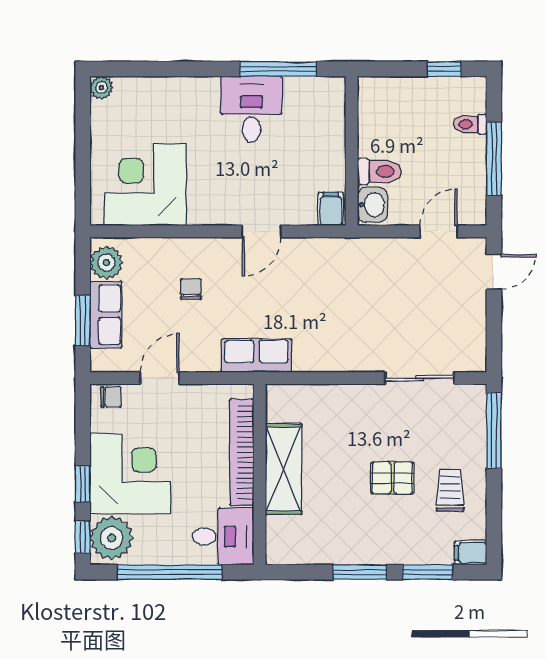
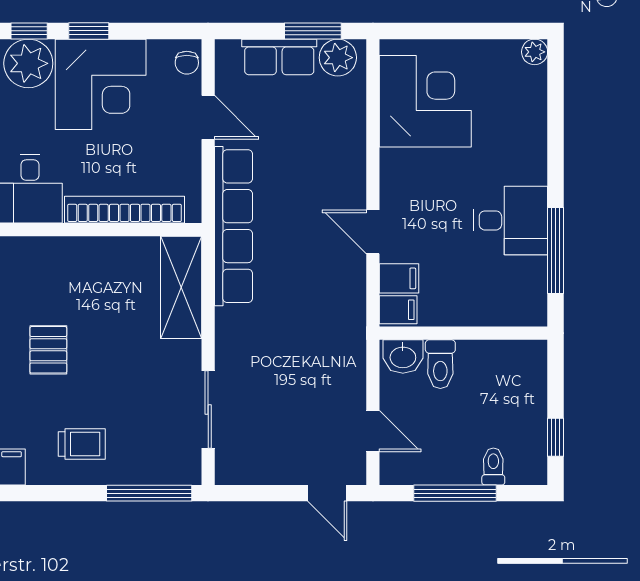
filing cabinet: (303, 208) -> (399, 278), added
chair: (191, 289) -> (308, 152), removed
window: (83, 321) -> (313, 31), moved
row of seats: (256, 355) -> (233, 226), width x2.02
shelving: (284, 469) -> (181, 287), moved, turned 90
pallet: (392, 478) -> (48, 350), moved

